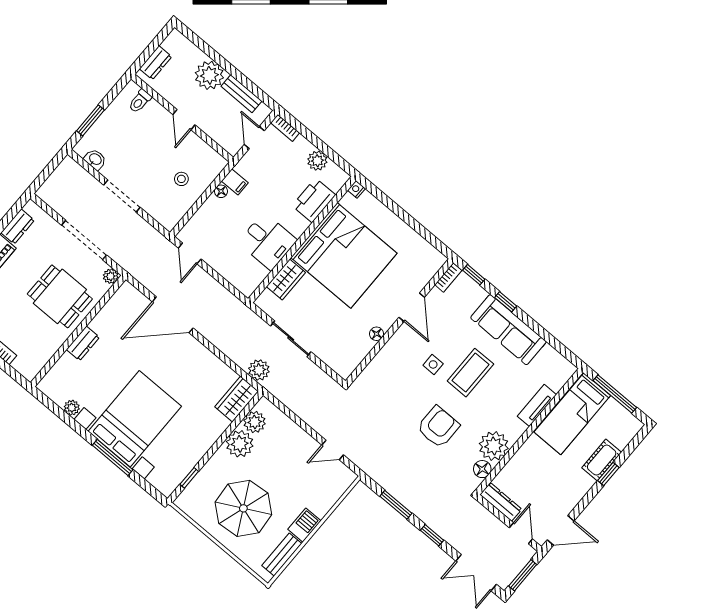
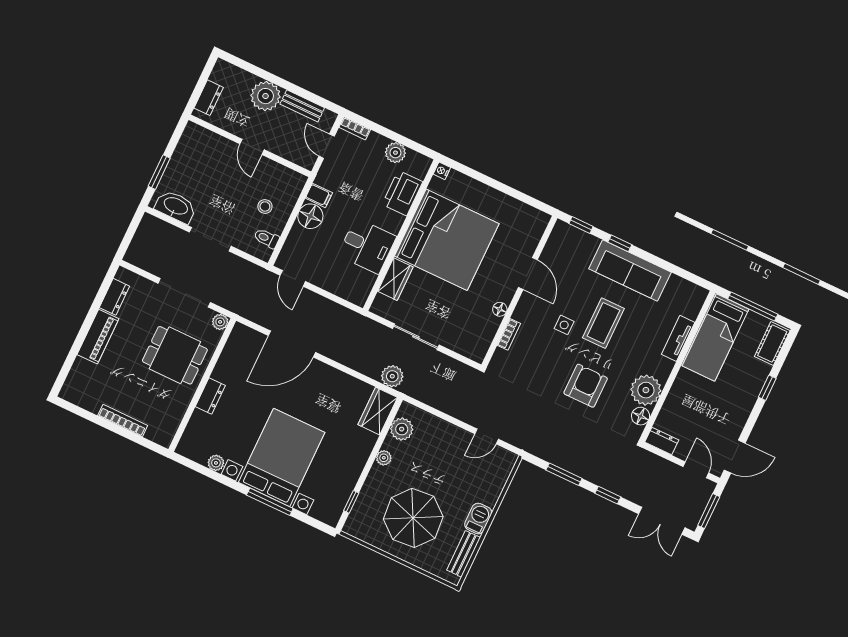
toilet: (140, 101) -> (267, 238), moved, turned 90
washbasin: (95, 159) -> (176, 207), width x1.91, depth x1.45
floor lamp: (221, 191) -> (310, 216), width x1.89, depth x1.89
bookcase: (448, 277) -> (509, 334), moved
plant: (240, 444) -> (384, 458), width x0.53, depth x0.53
cot: (602, 460) -> (772, 344), moved
dresser: (501, 502) -> (662, 441), width x0.70

